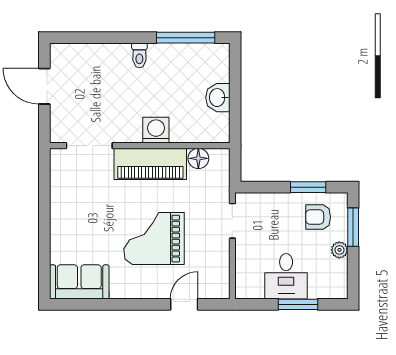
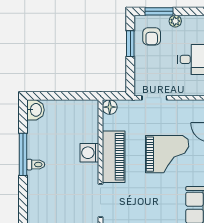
window: (186, 38) -> (23, 154), moved
washbasin: (218, 98) -> (35, 110), moved, turned -90
floor lamp: (198, 158) -> (110, 107), moved
grand piano: (154, 239) -> (167, 154), turned -90

